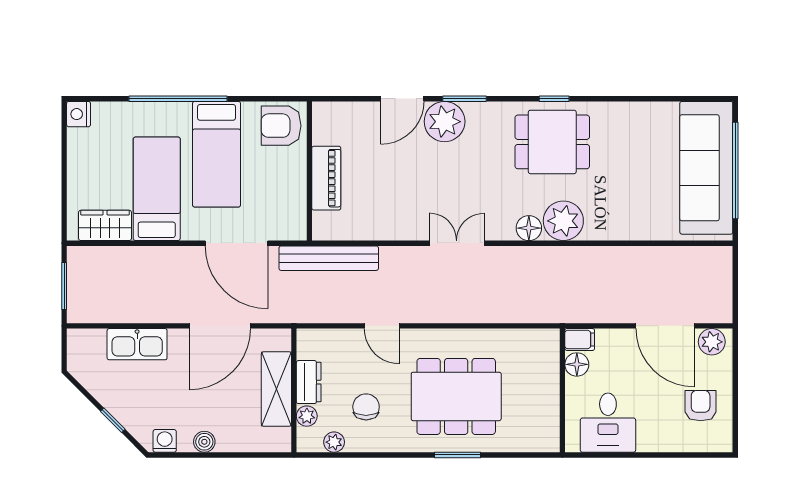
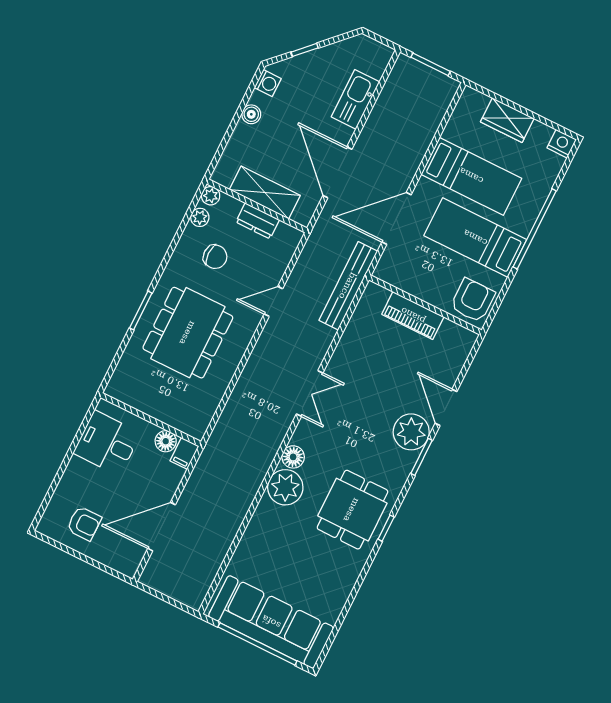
wardrobe: (105, 225) -> (507, 120), moved, turned 90
plant: (712, 342) -> (130, 558), removed
plant: (307, 416) -> (211, 196), moved

